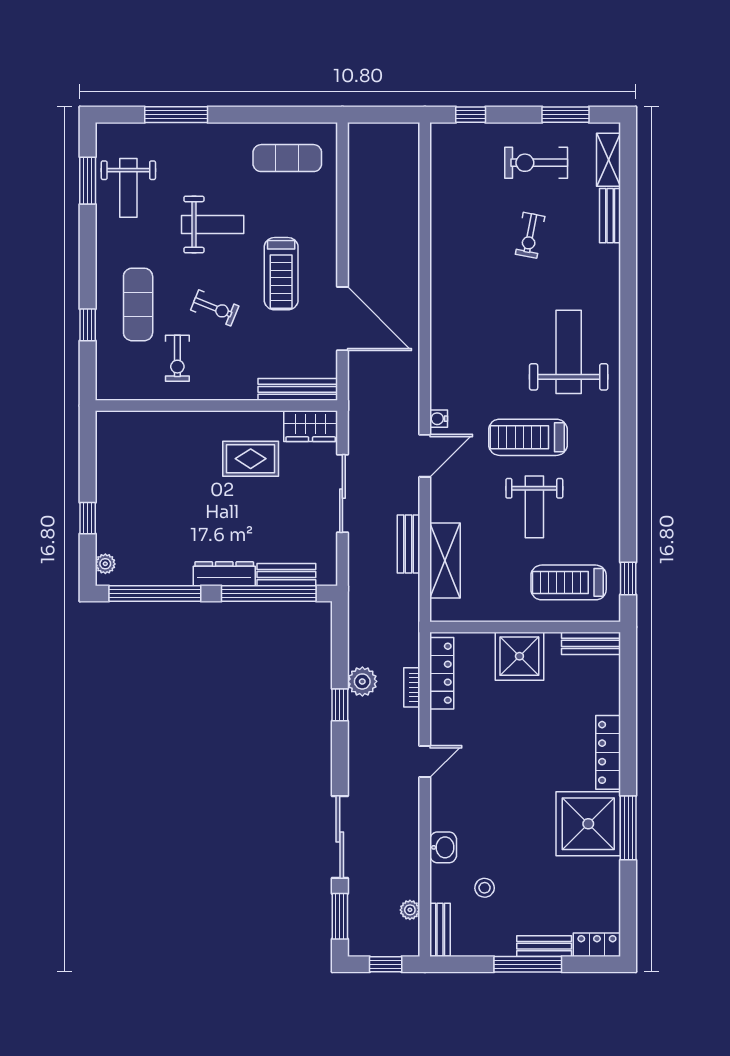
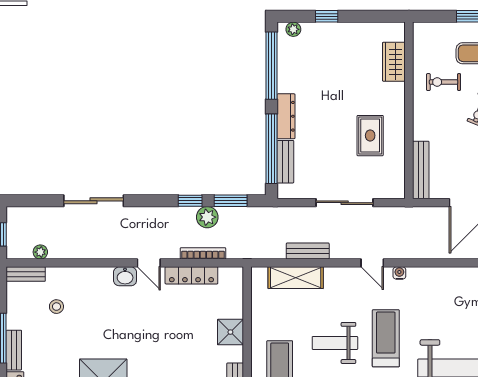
wardrobe: (311, 426) -> (394, 62), moved
door: (425, 456) -> (372, 263), width x0.73
shower: (519, 656) -> (230, 332), width x0.73, depth x0.73
locker: (442, 673) -> (191, 275), moved
bookcase: (412, 687) -> (203, 253), width x1.56
washbasin: (443, 847) -> (125, 276), moved
window: (340, 916) -> (231, 201), moved

